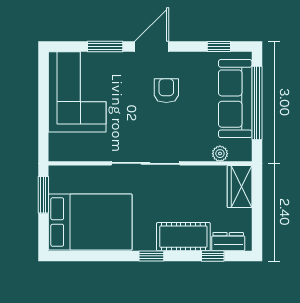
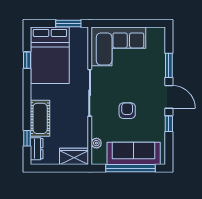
window: (219, 46) -> (169, 124), moved
armchair: (166, 91) -> (127, 111), moved, turned -90
corner sofa: (77, 92) -> (118, 46), moved
window: (151, 256) -> (27, 60), moved

